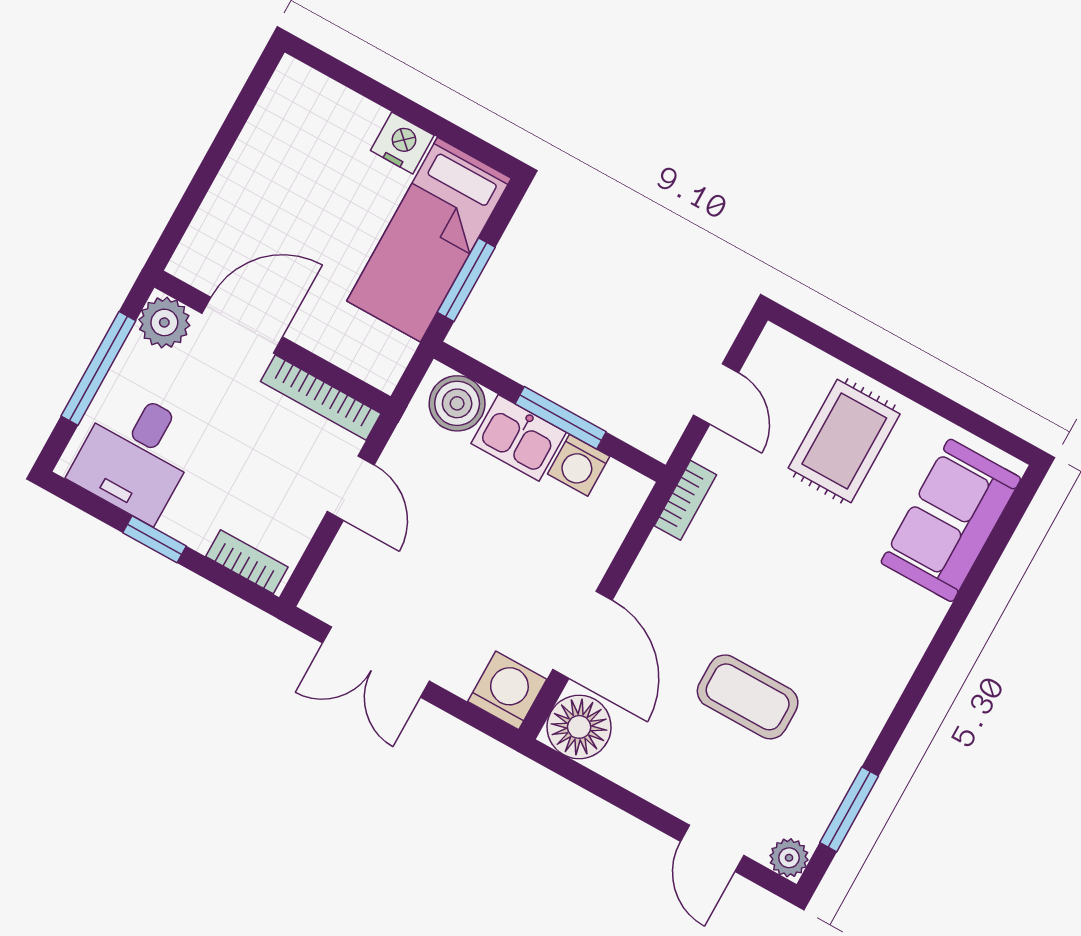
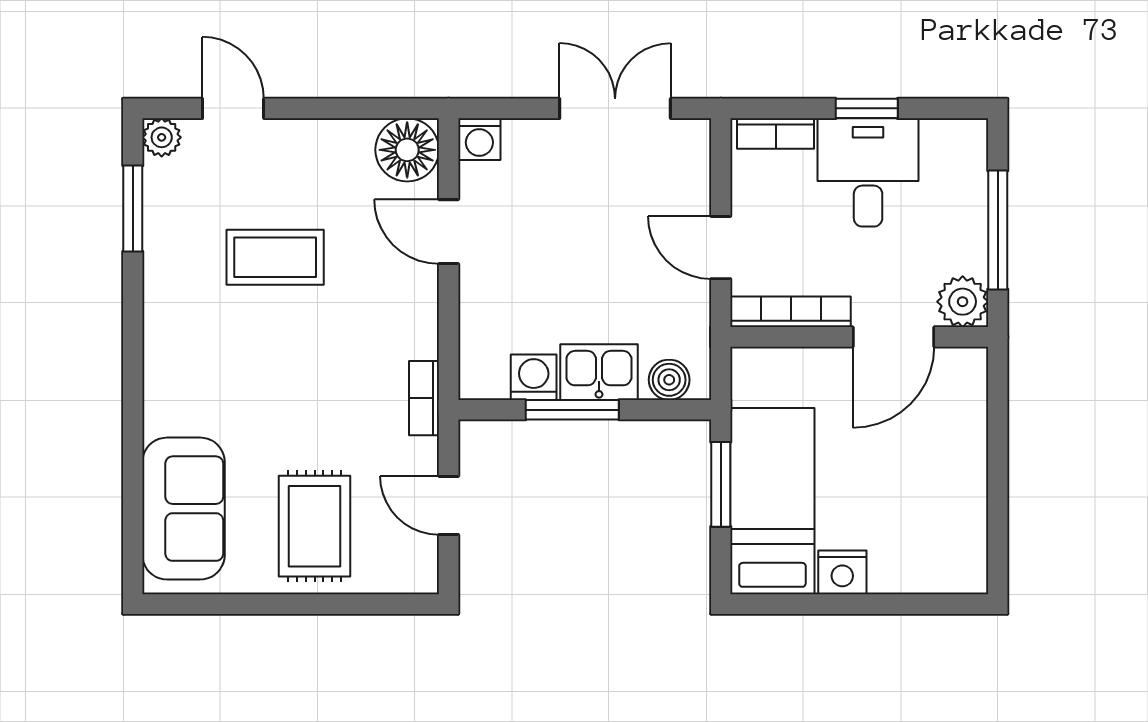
boiler: (457, 403) -> (669, 380), width x0.73, depth x0.73
desk: (136, 455) -> (868, 172), moved
door: (582, 635) -> (449, 232), width x0.73
washing machine: (507, 690) -> (479, 139), width x0.73, depth x0.73

